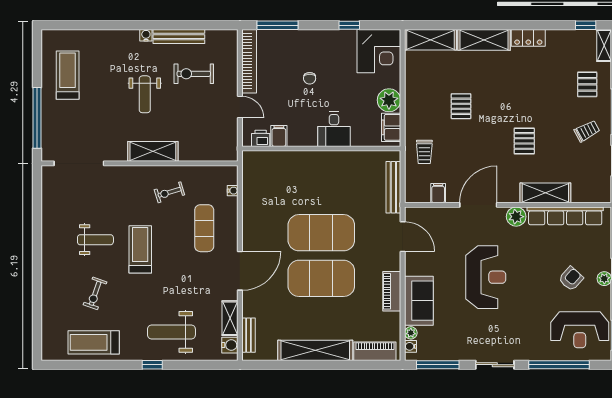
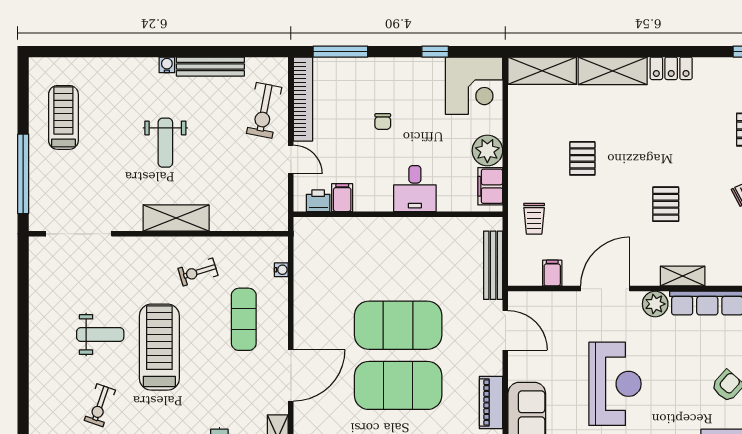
exercise bike: (194, 74) -> (264, 110), moved, turned -79
shelving: (545, 193) -> (683, 276), width x0.67, depth x0.75
treadmill: (140, 249) -> (159, 347), width x1.37, depth x1.38

